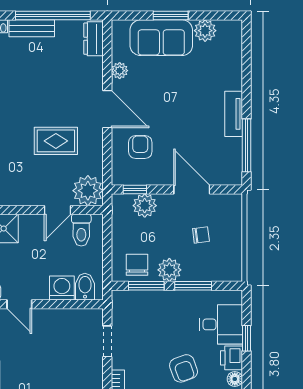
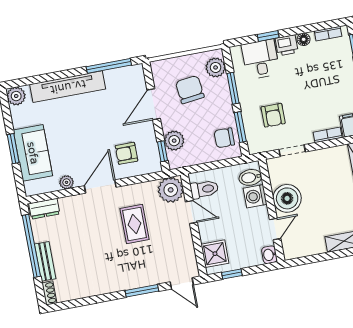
plant: (205, 31) -> (16, 96), moved
tv unit: (234, 114) -> (68, 87), width x1.92, depth x1.29
chair: (201, 235) -> (190, 90), width x1.87, depth x1.87
plant: (169, 270) -> (216, 67), moved
boiler: (52, 325) -> (287, 198), added
armchair: (184, 368) -> (273, 115), moved, turned 110

